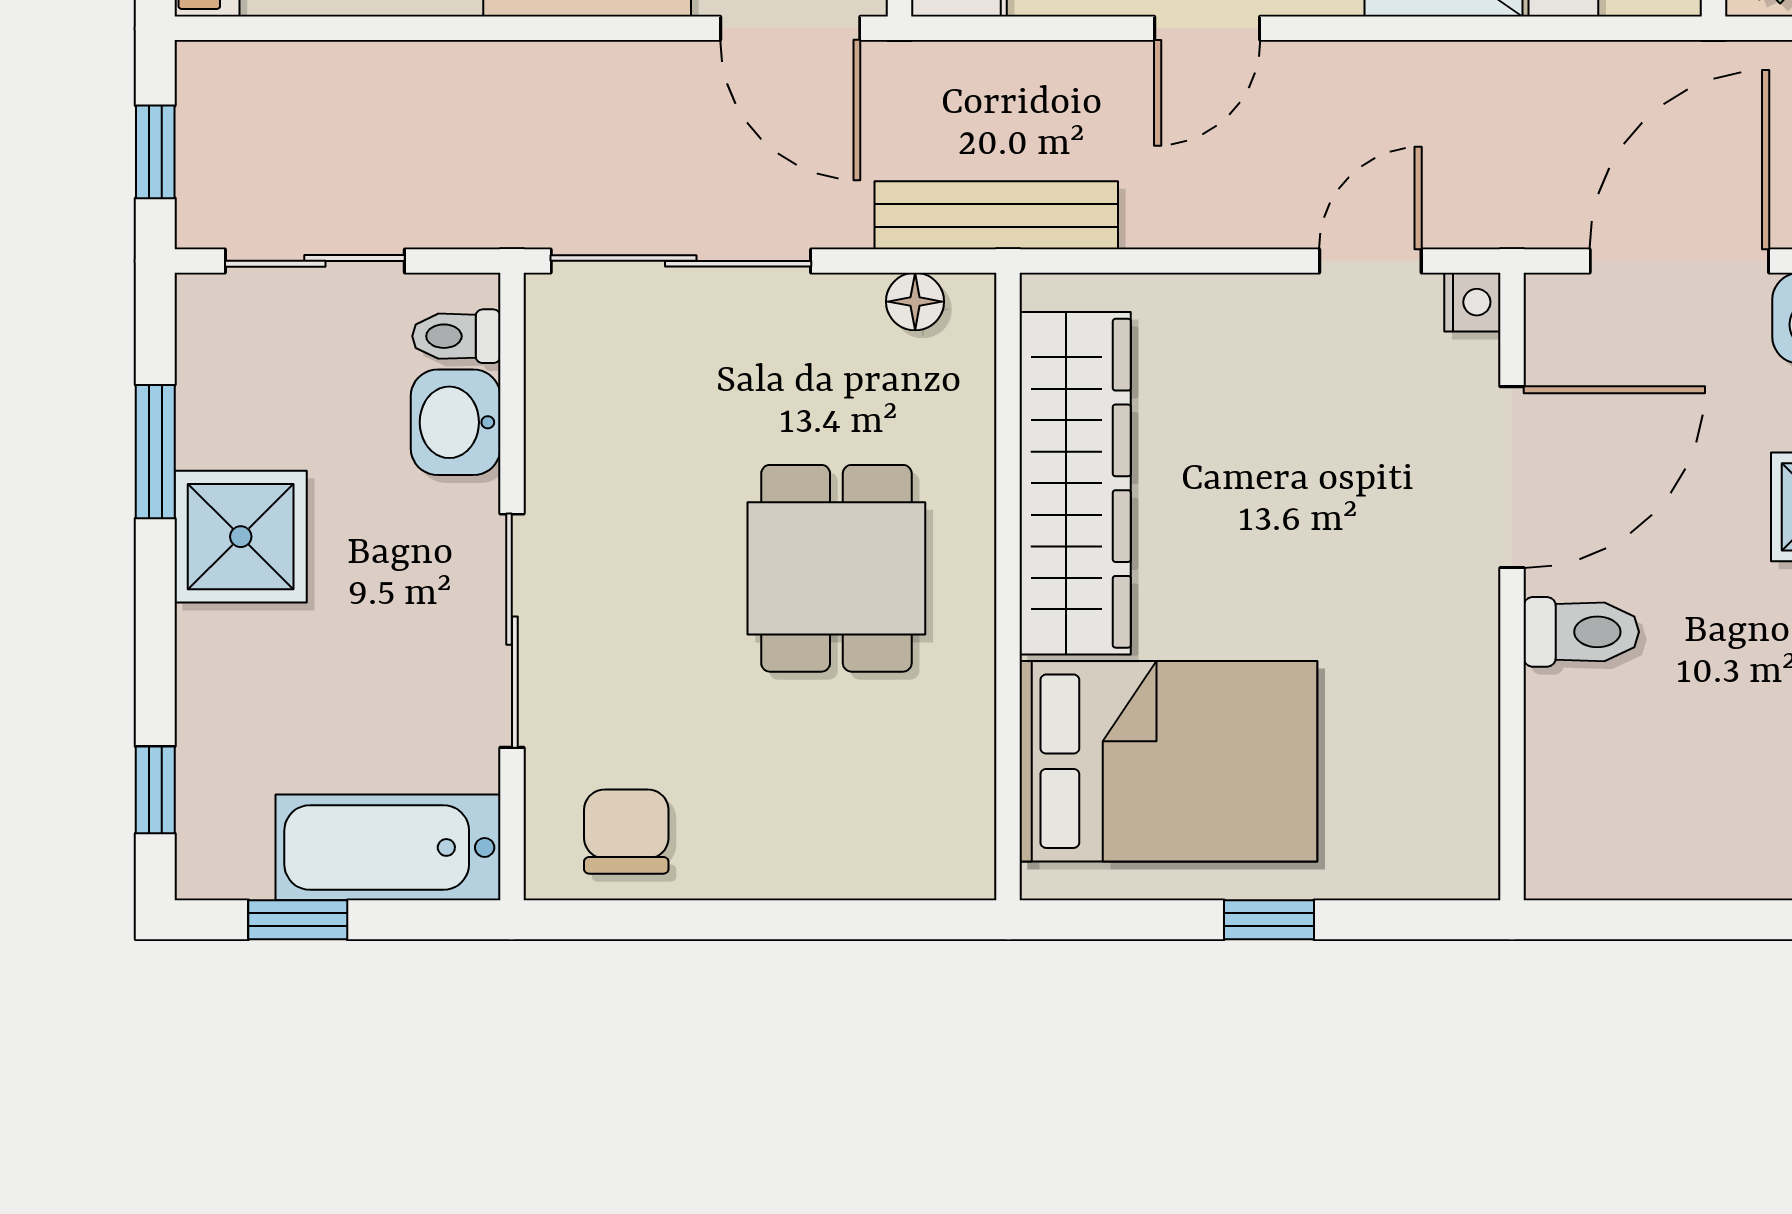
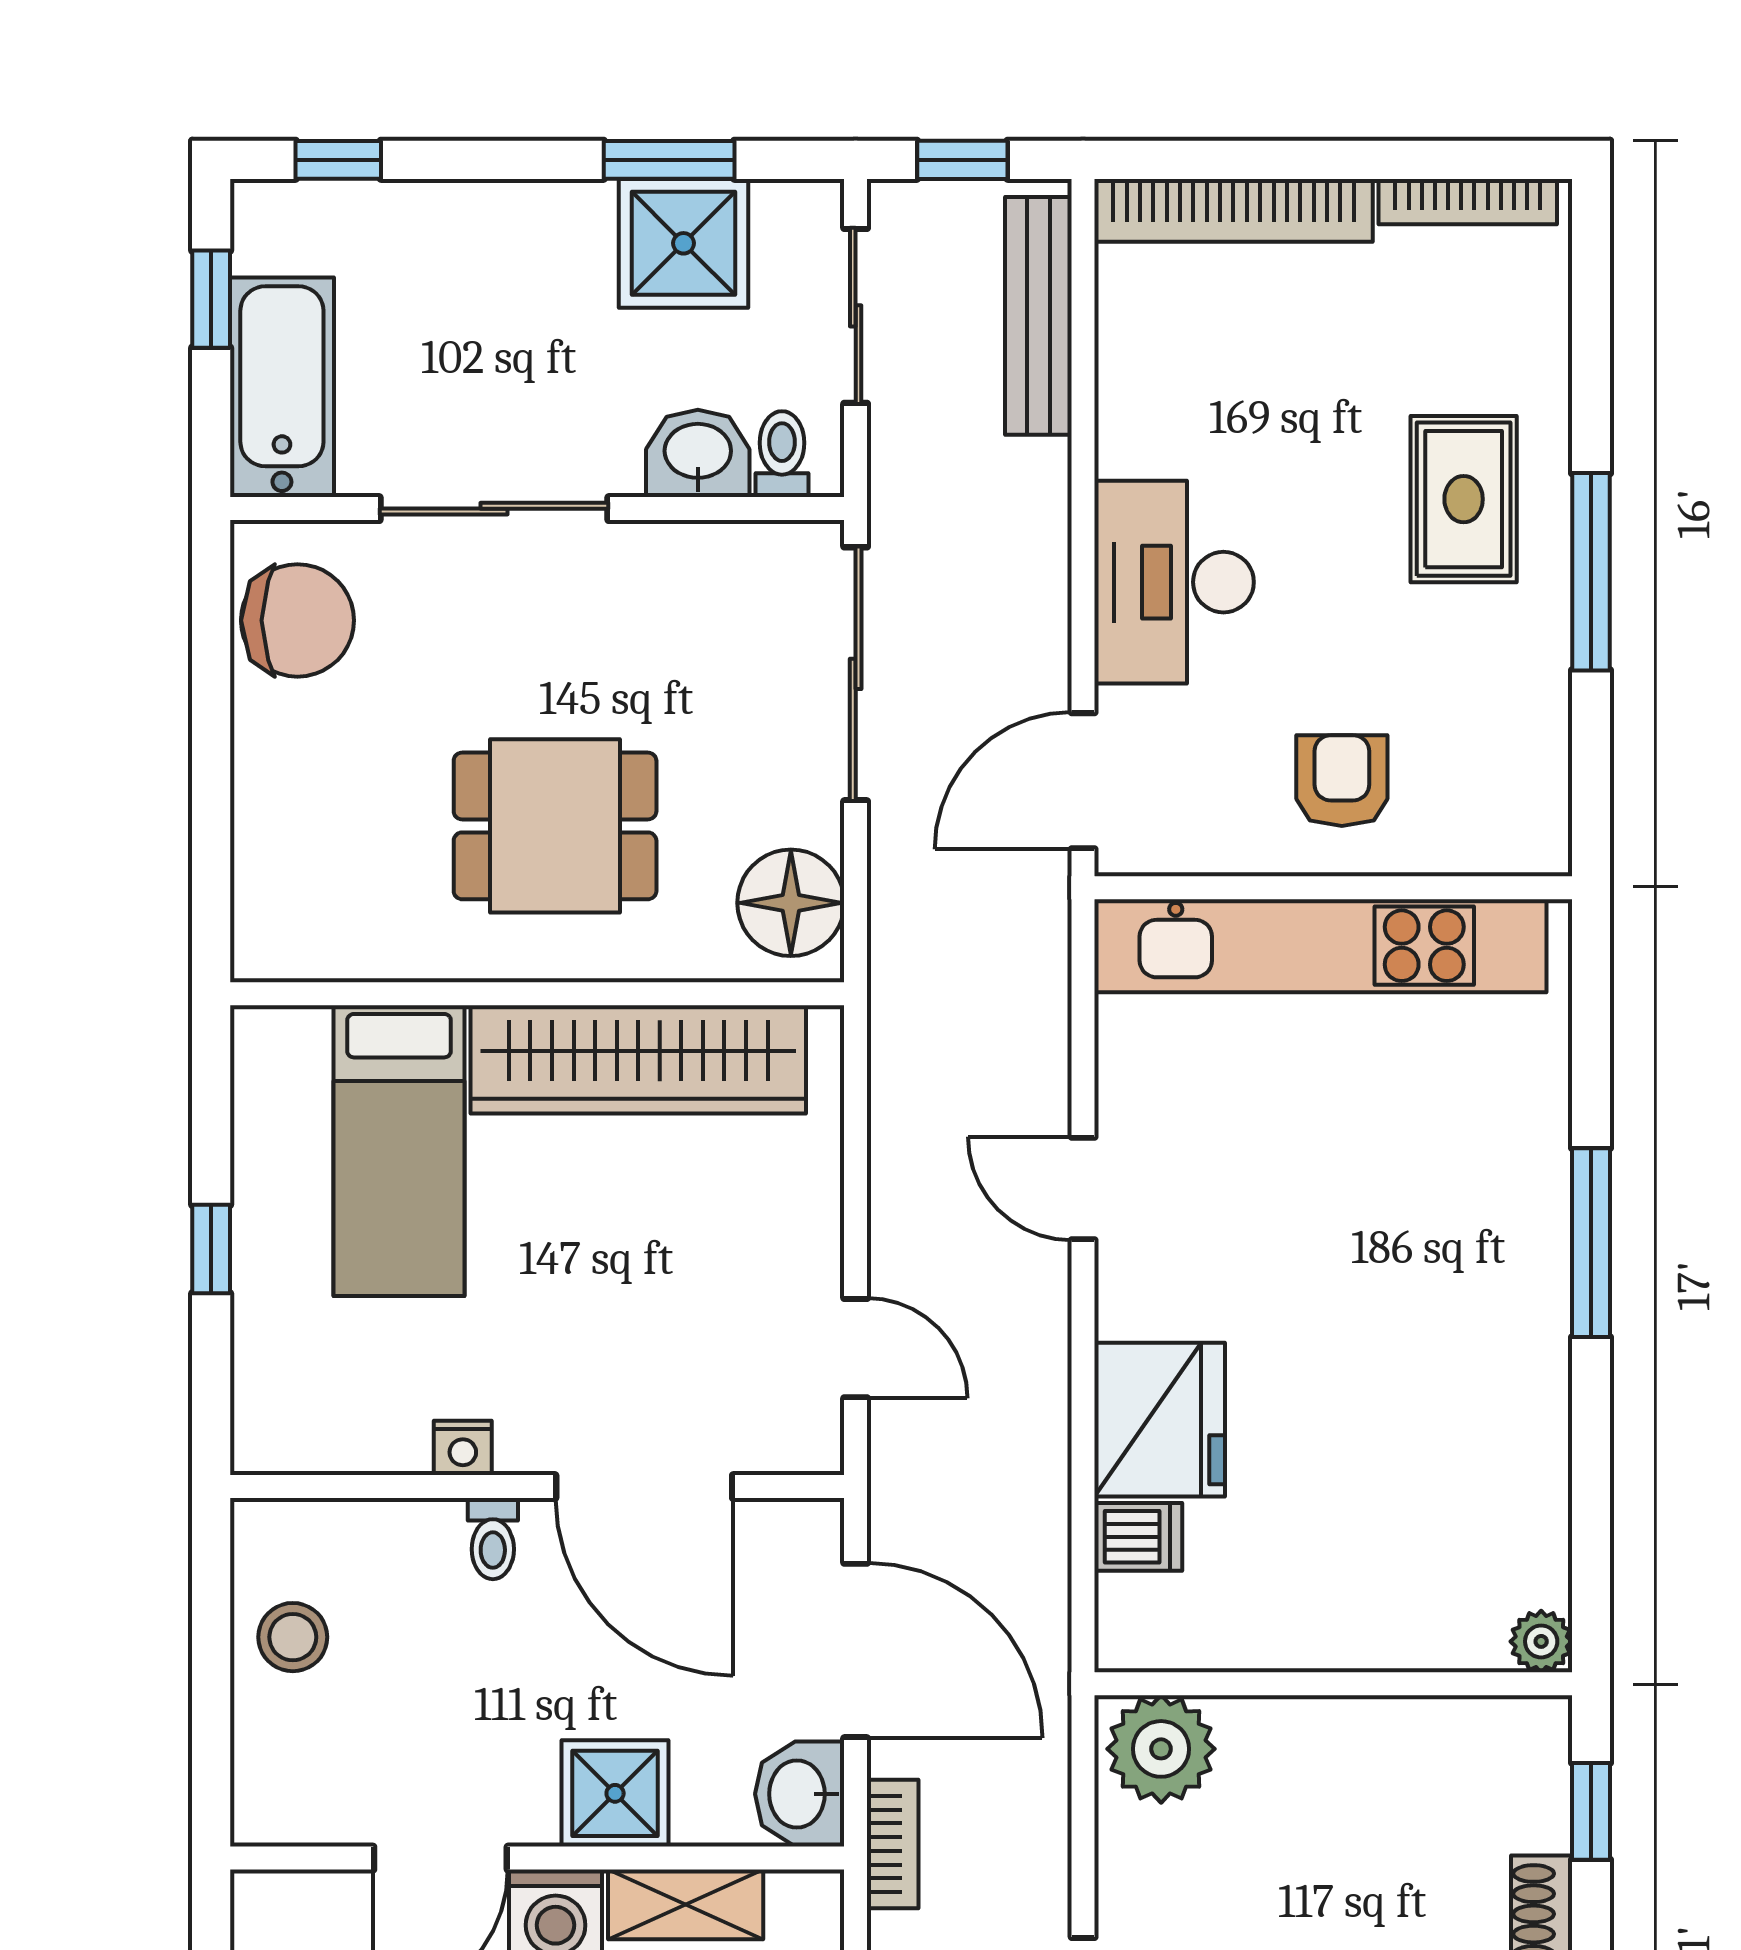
bench: (996, 215) -> (1038, 316), moved
floor lamp: (915, 302) -> (791, 903), width x1.89, depth x1.89
nightstand: (1472, 302) -> (463, 1448), moved
shower: (241, 537) -> (683, 243), moved
toilet: (1581, 632) -> (493, 1539), width x0.73, depth x0.72
bed: (1168, 761) -> (399, 1151), width x0.67
chair: (626, 832) -> (297, 620), width x1.37, depth x1.37
stool: (1666, 836) -> (293, 1637), added

